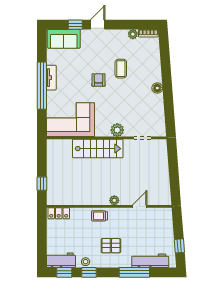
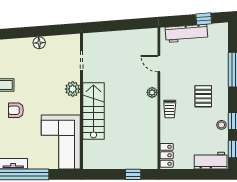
floor lamp: (157, 88) -> (39, 43), moved
workbench: (61, 260) -> (211, 161), moved, turned 90
workbench: (150, 261) -> (186, 33), moved, turned -94

